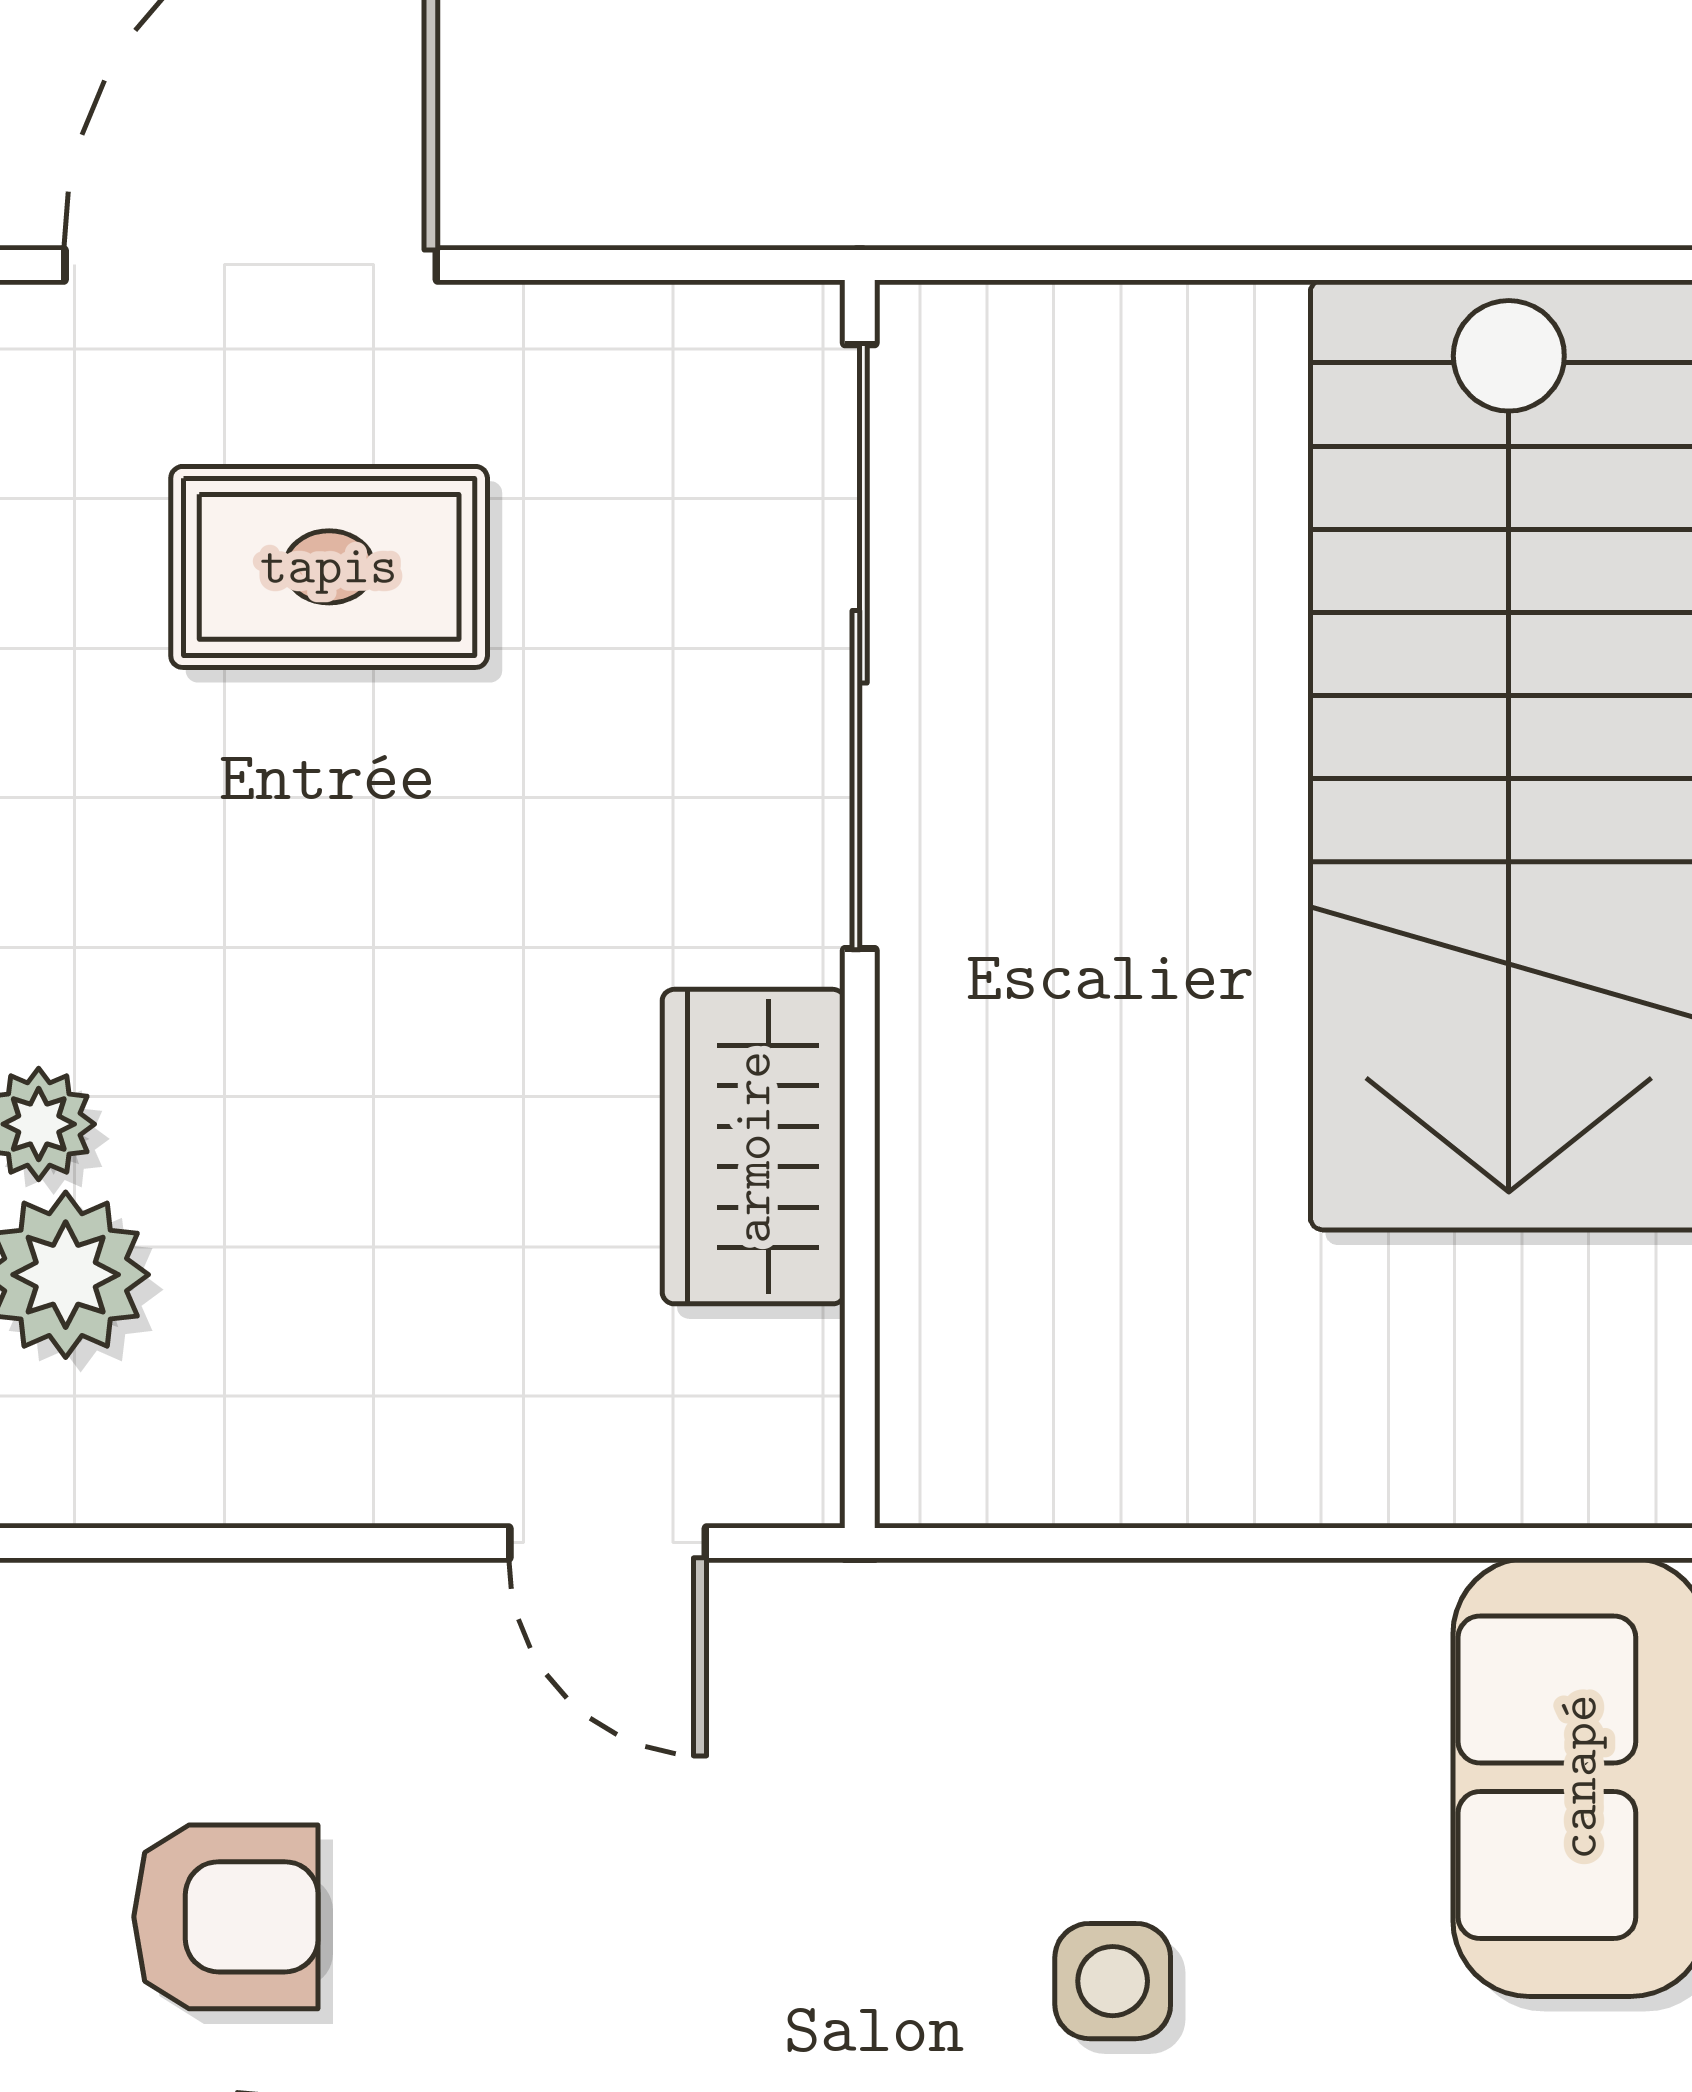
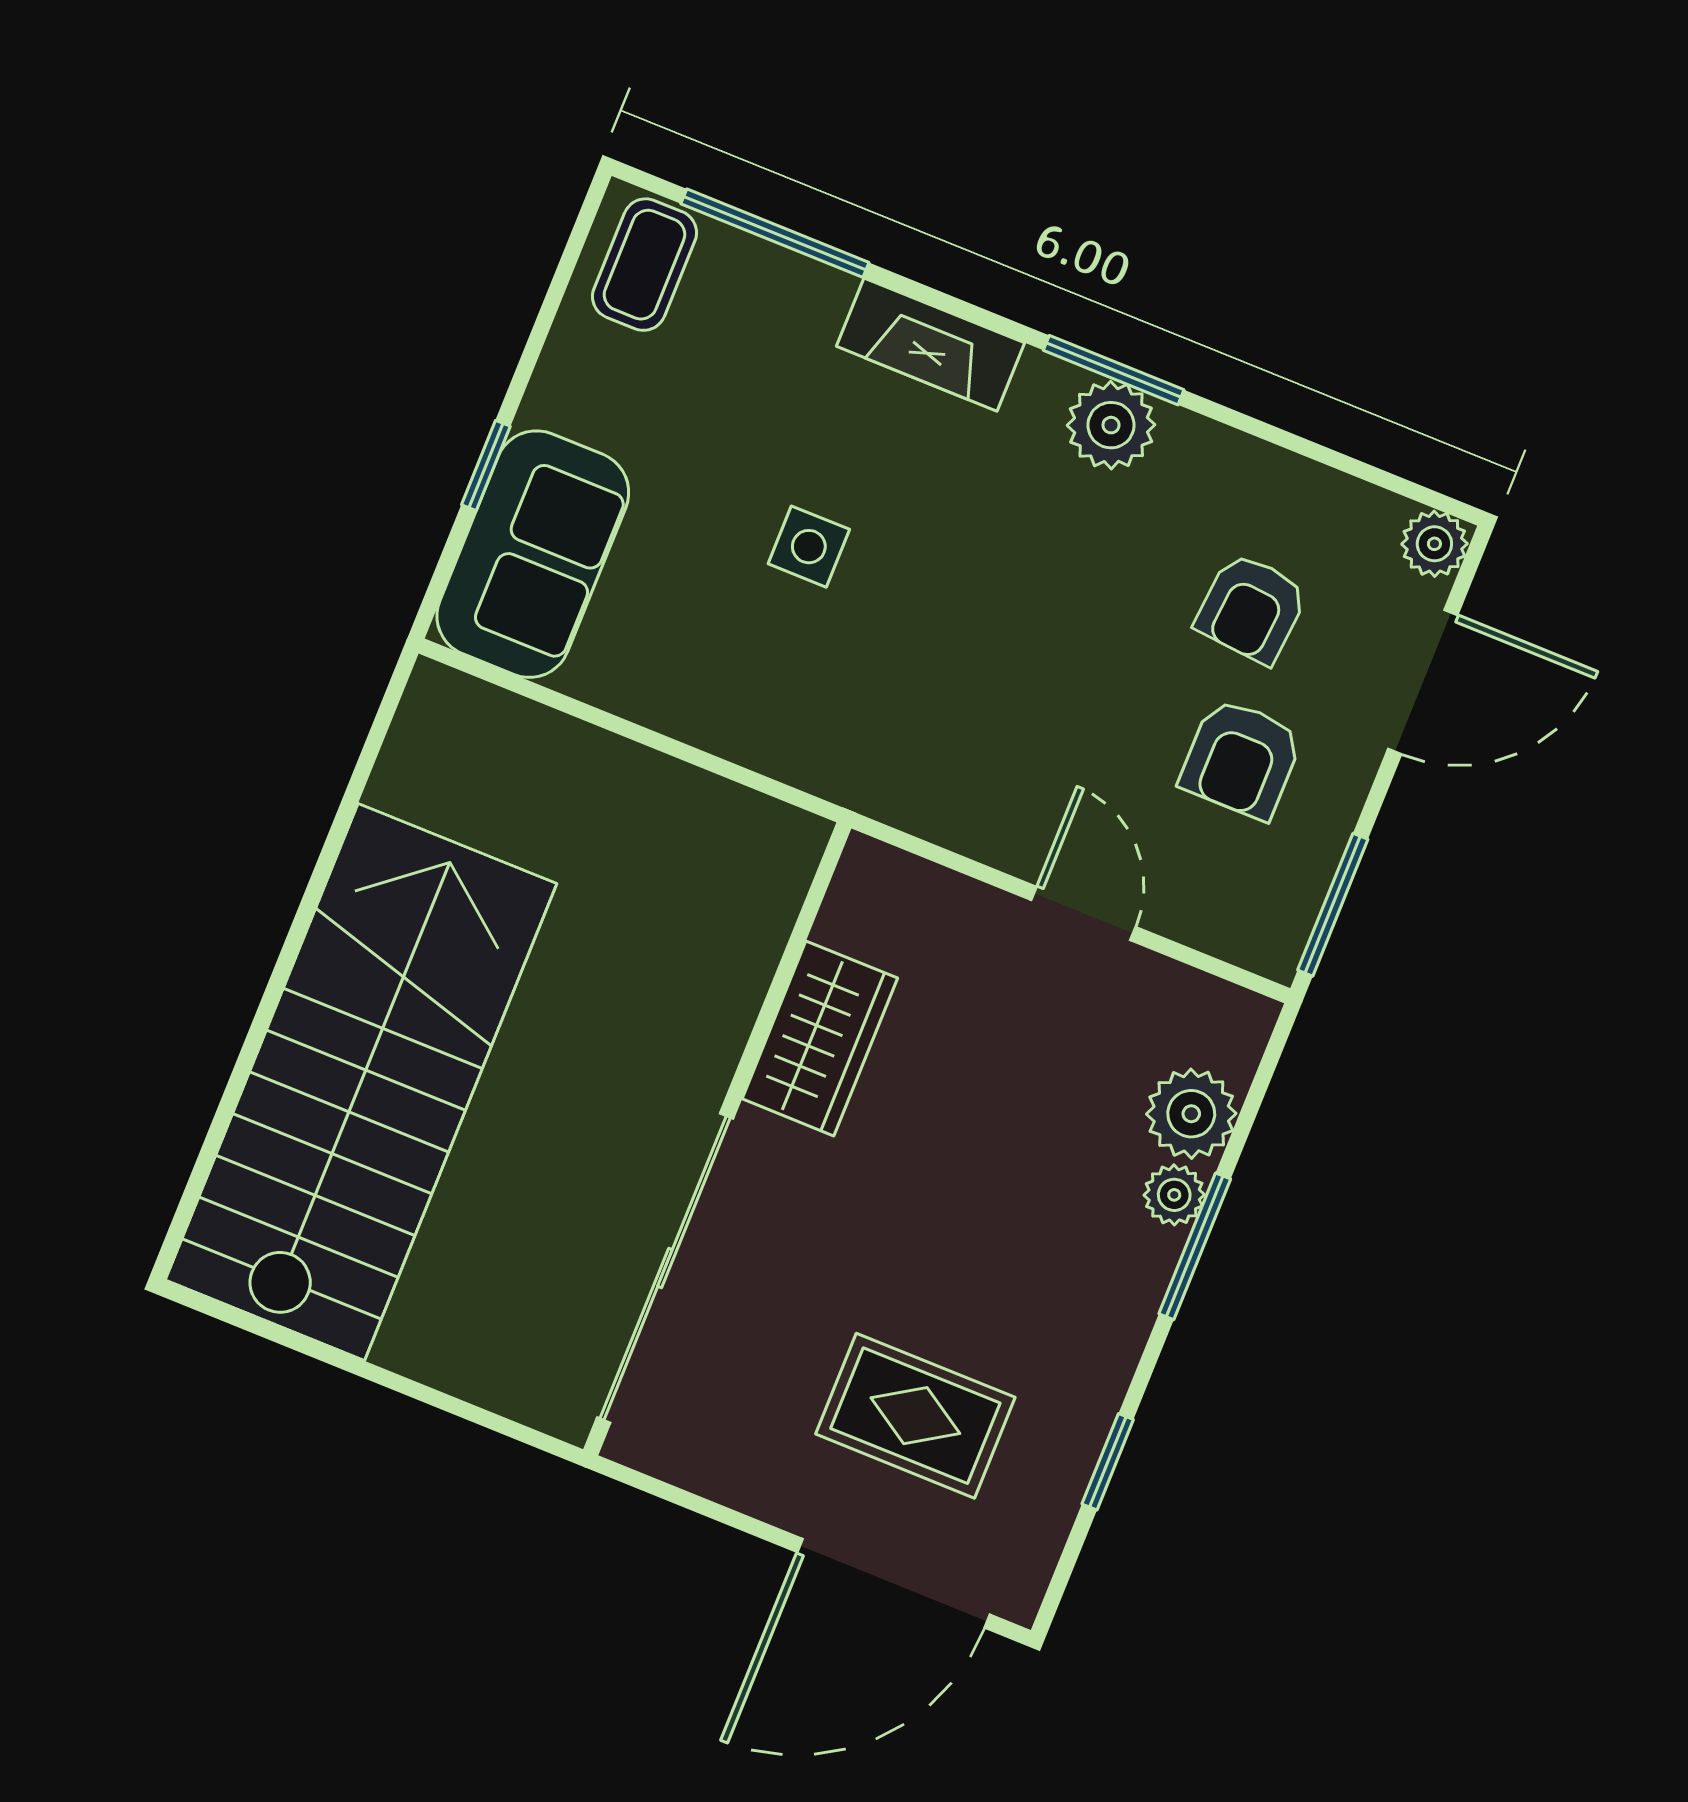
door: (608, 1543) -> (1083, 913), moved
armchair: (226, 1917) -> (1241, 759), turned -90

